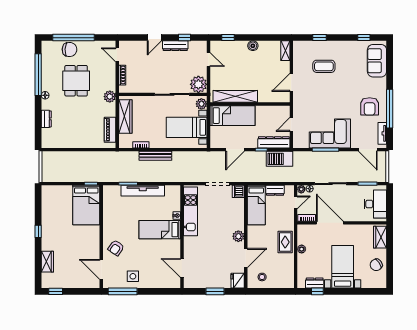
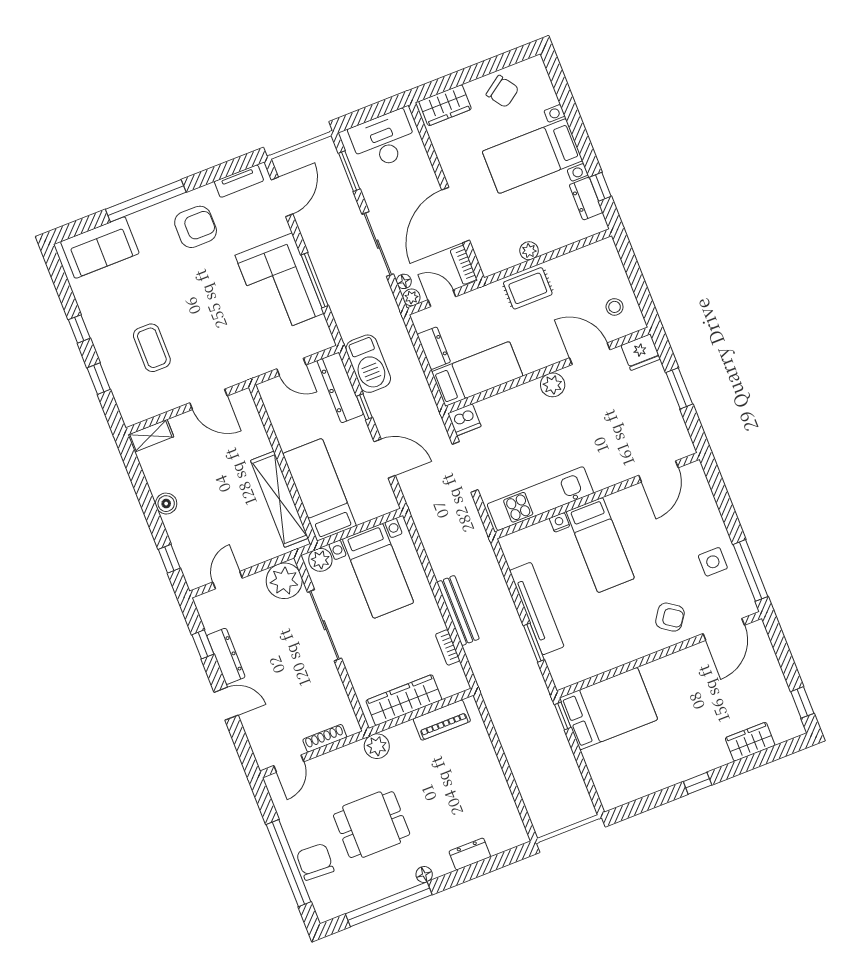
window: (364, 38) -> (79, 329), moved
window: (390, 109) -> (146, 201), moved

